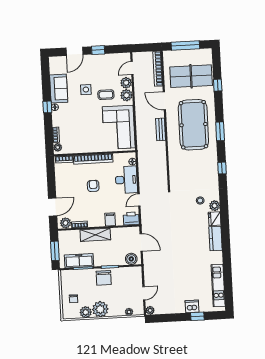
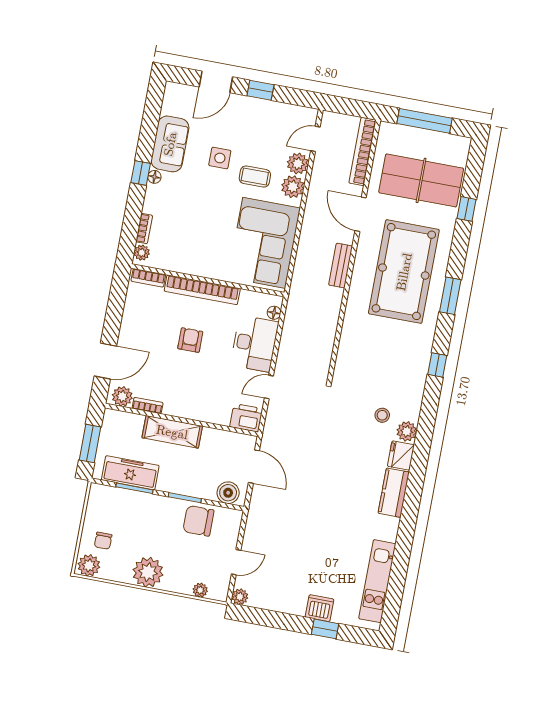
filing cabinet: (110, 219) -> (207, 410), removed
chair: (104, 278) -> (198, 521), moved, turned 90
plant: (86, 312) -> (89, 565), moved

